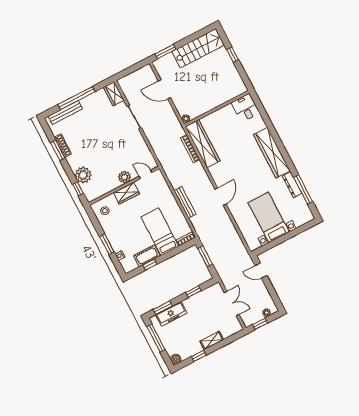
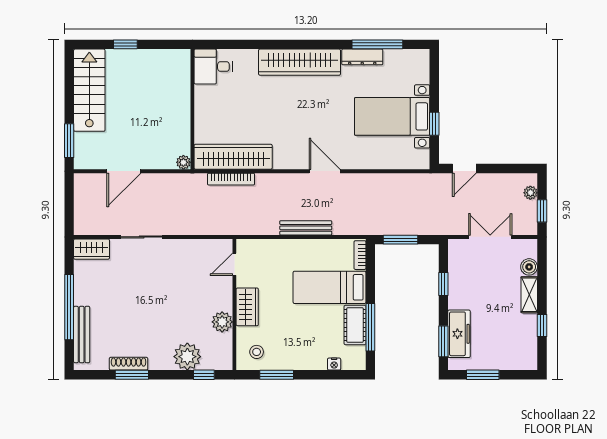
plant: (125, 177) -> (222, 322), moved
window: (277, 242) -> (434, 124), added
window: (107, 244) -> (277, 375), moved
window: (150, 265) -> (370, 327), width x2.17
window: (156, 338) -> (483, 375), width x0.69
boiler: (176, 359) -> (529, 267), moved

